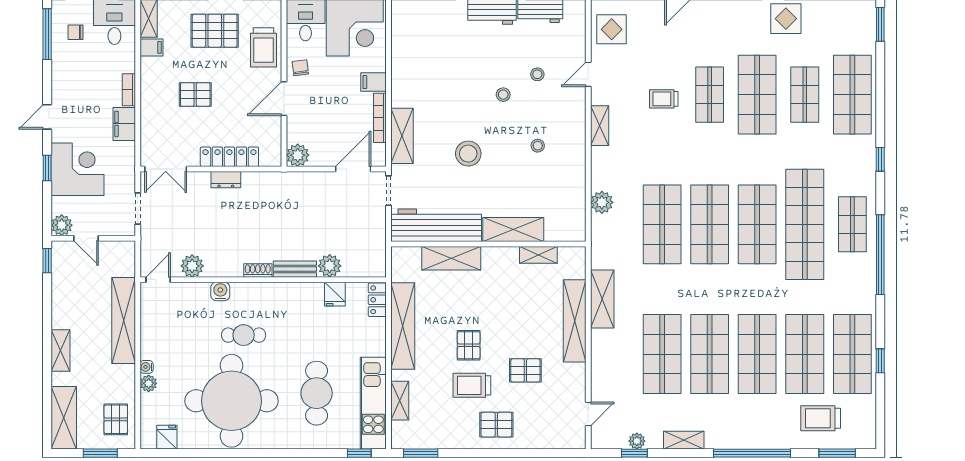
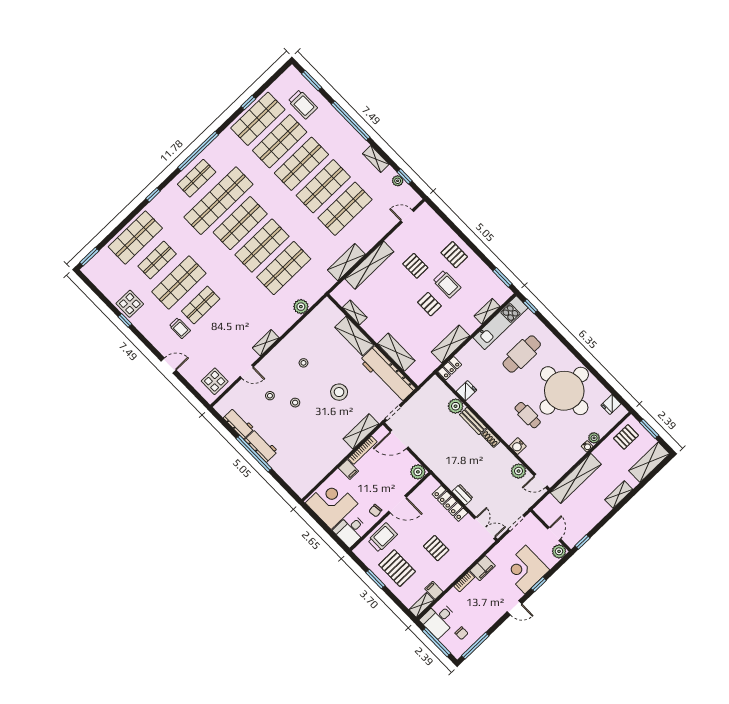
trolley: (664, 99) -> (180, 328), moved
shelving: (403, 326) -> (450, 344), width x0.68
pallet: (469, 345) -> (429, 304), turned 90

